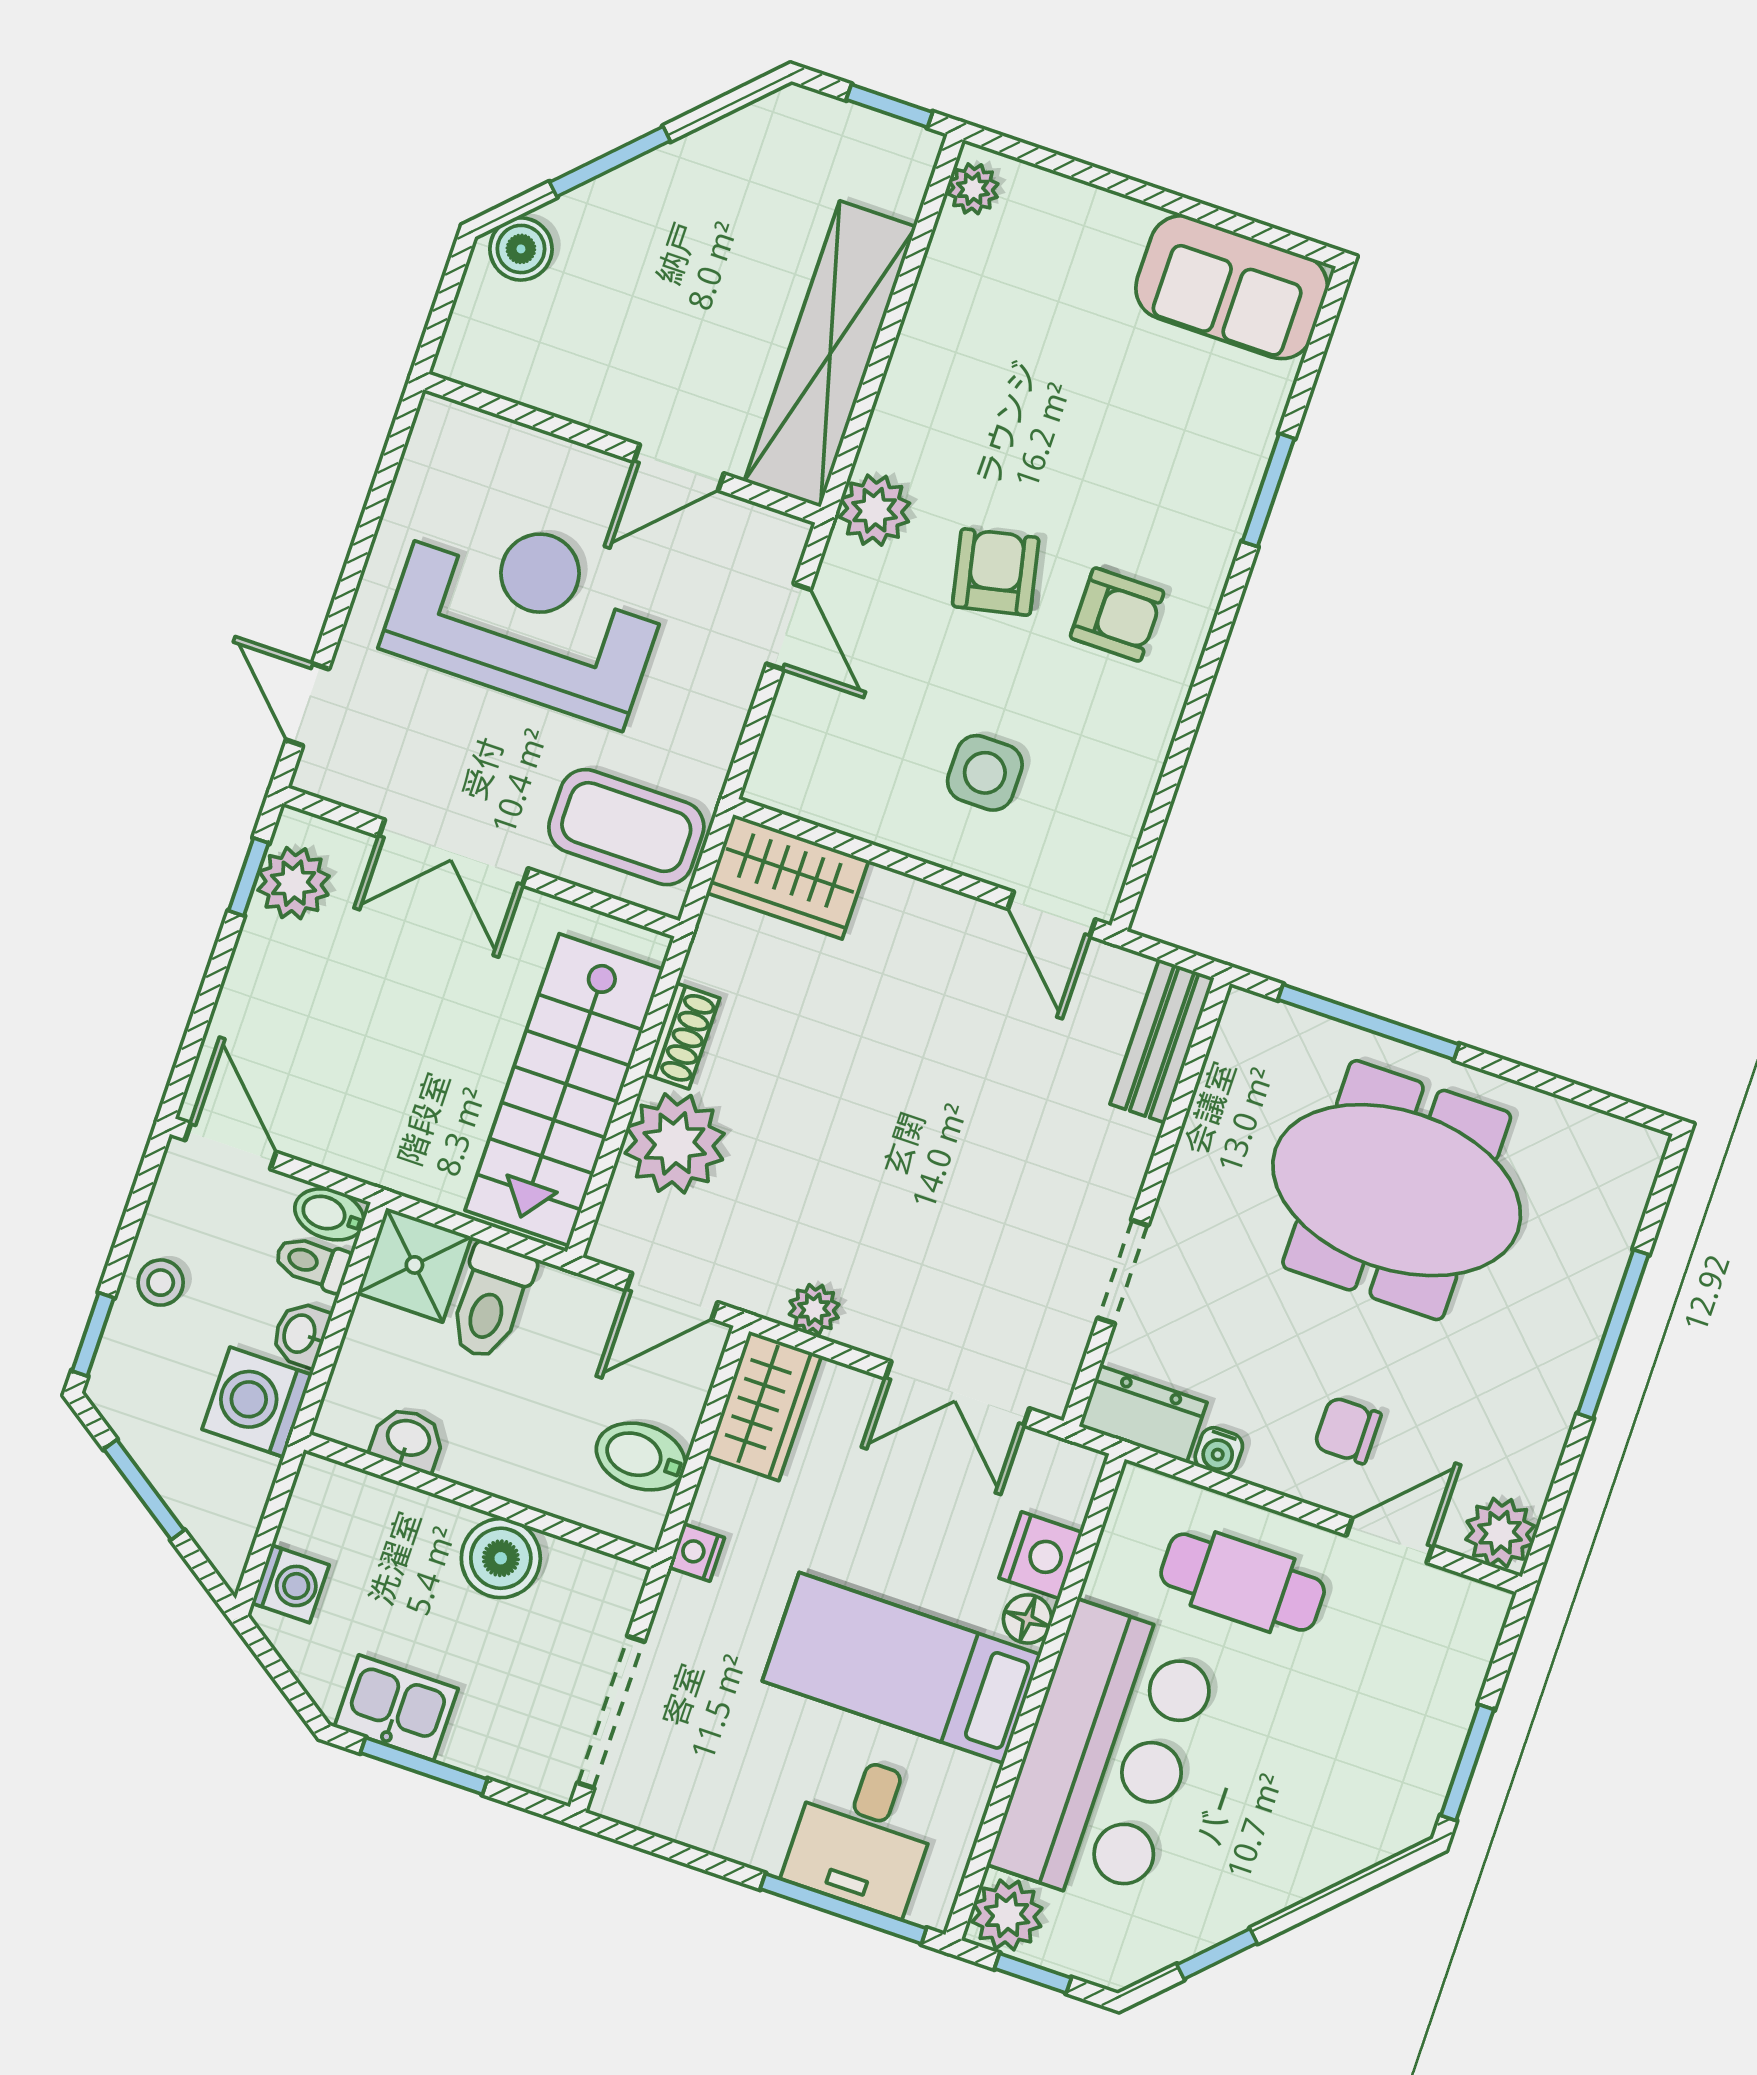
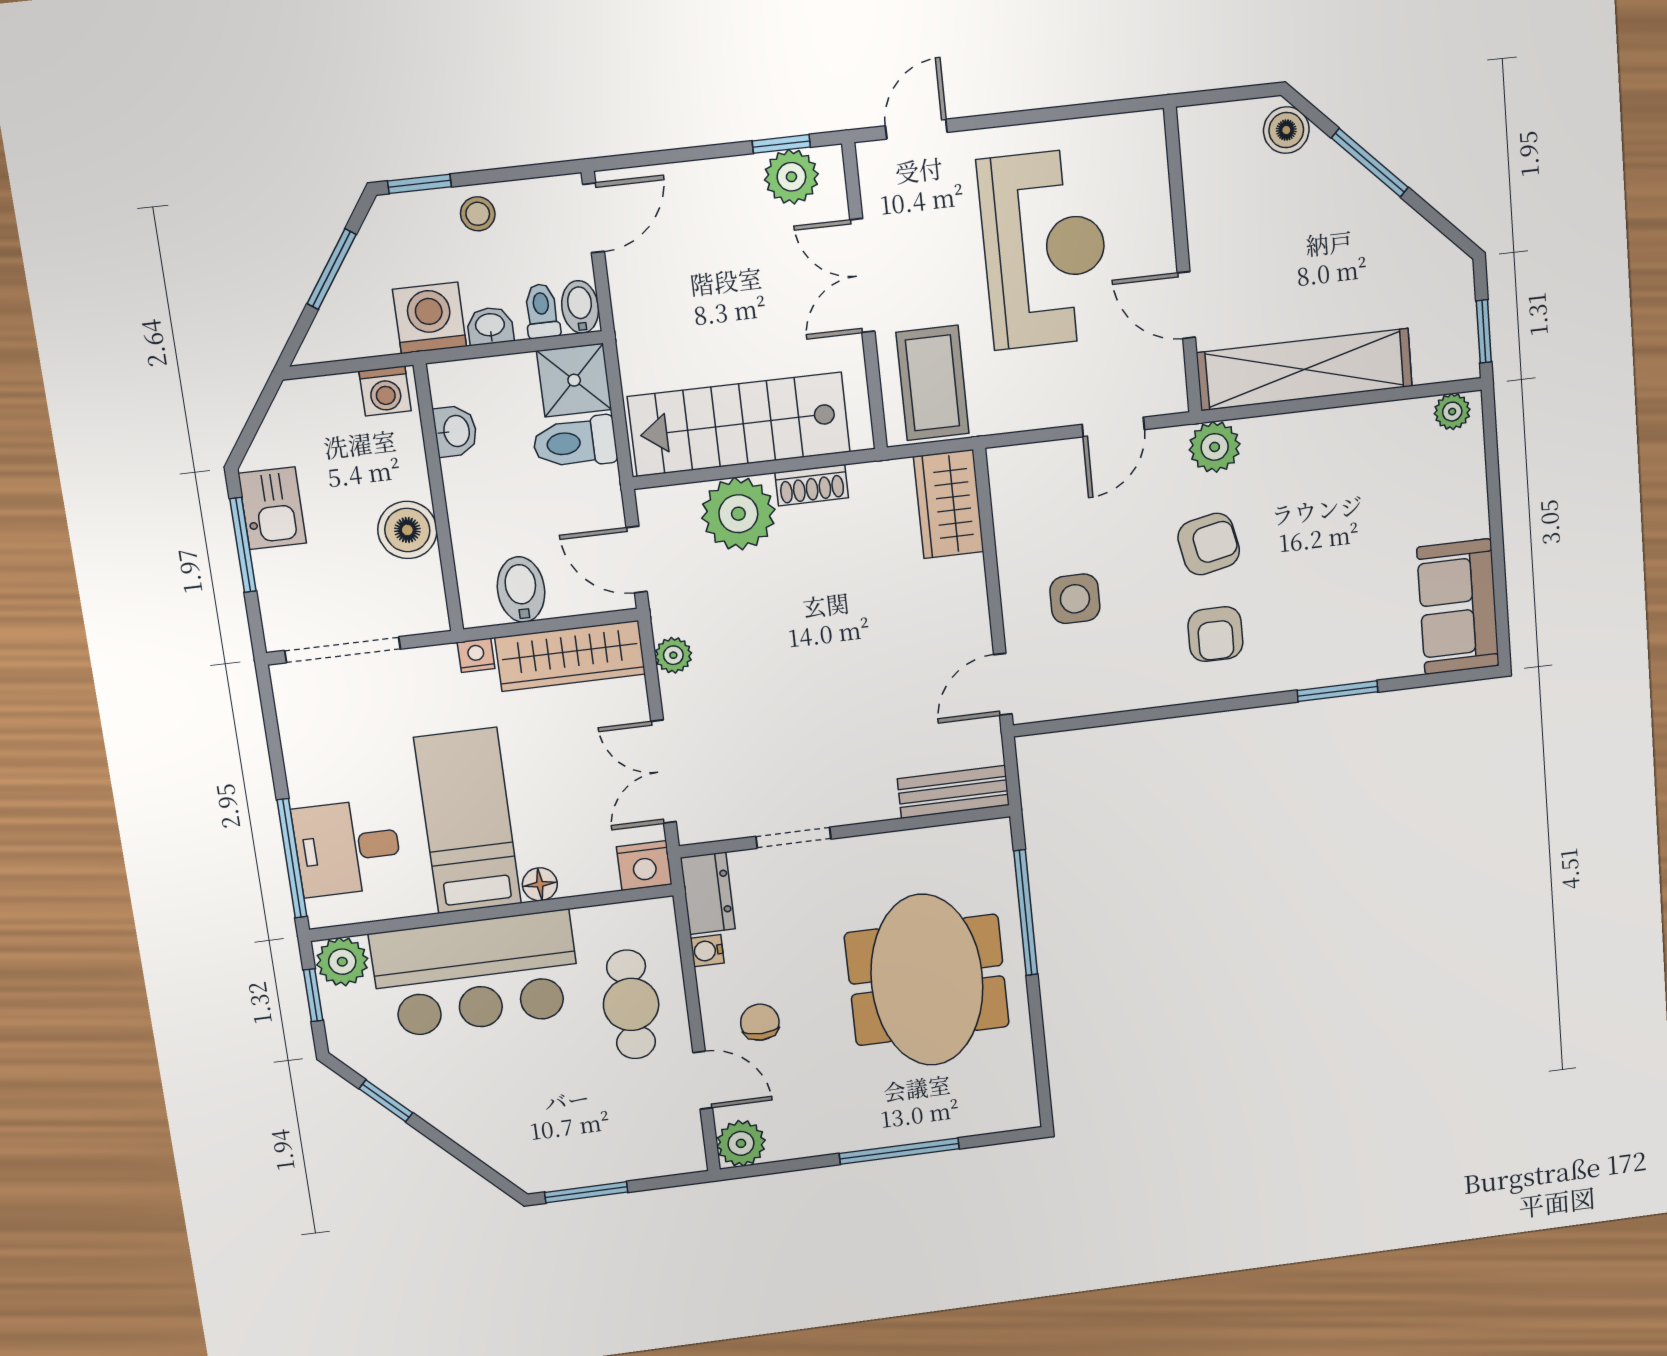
wardrobe: (764, 1406) -> (570, 656), width x1.50
nightstand: (1041, 1555) -> (644, 866), moved
washing machine: (290, 1584) -> (385, 391), moved

